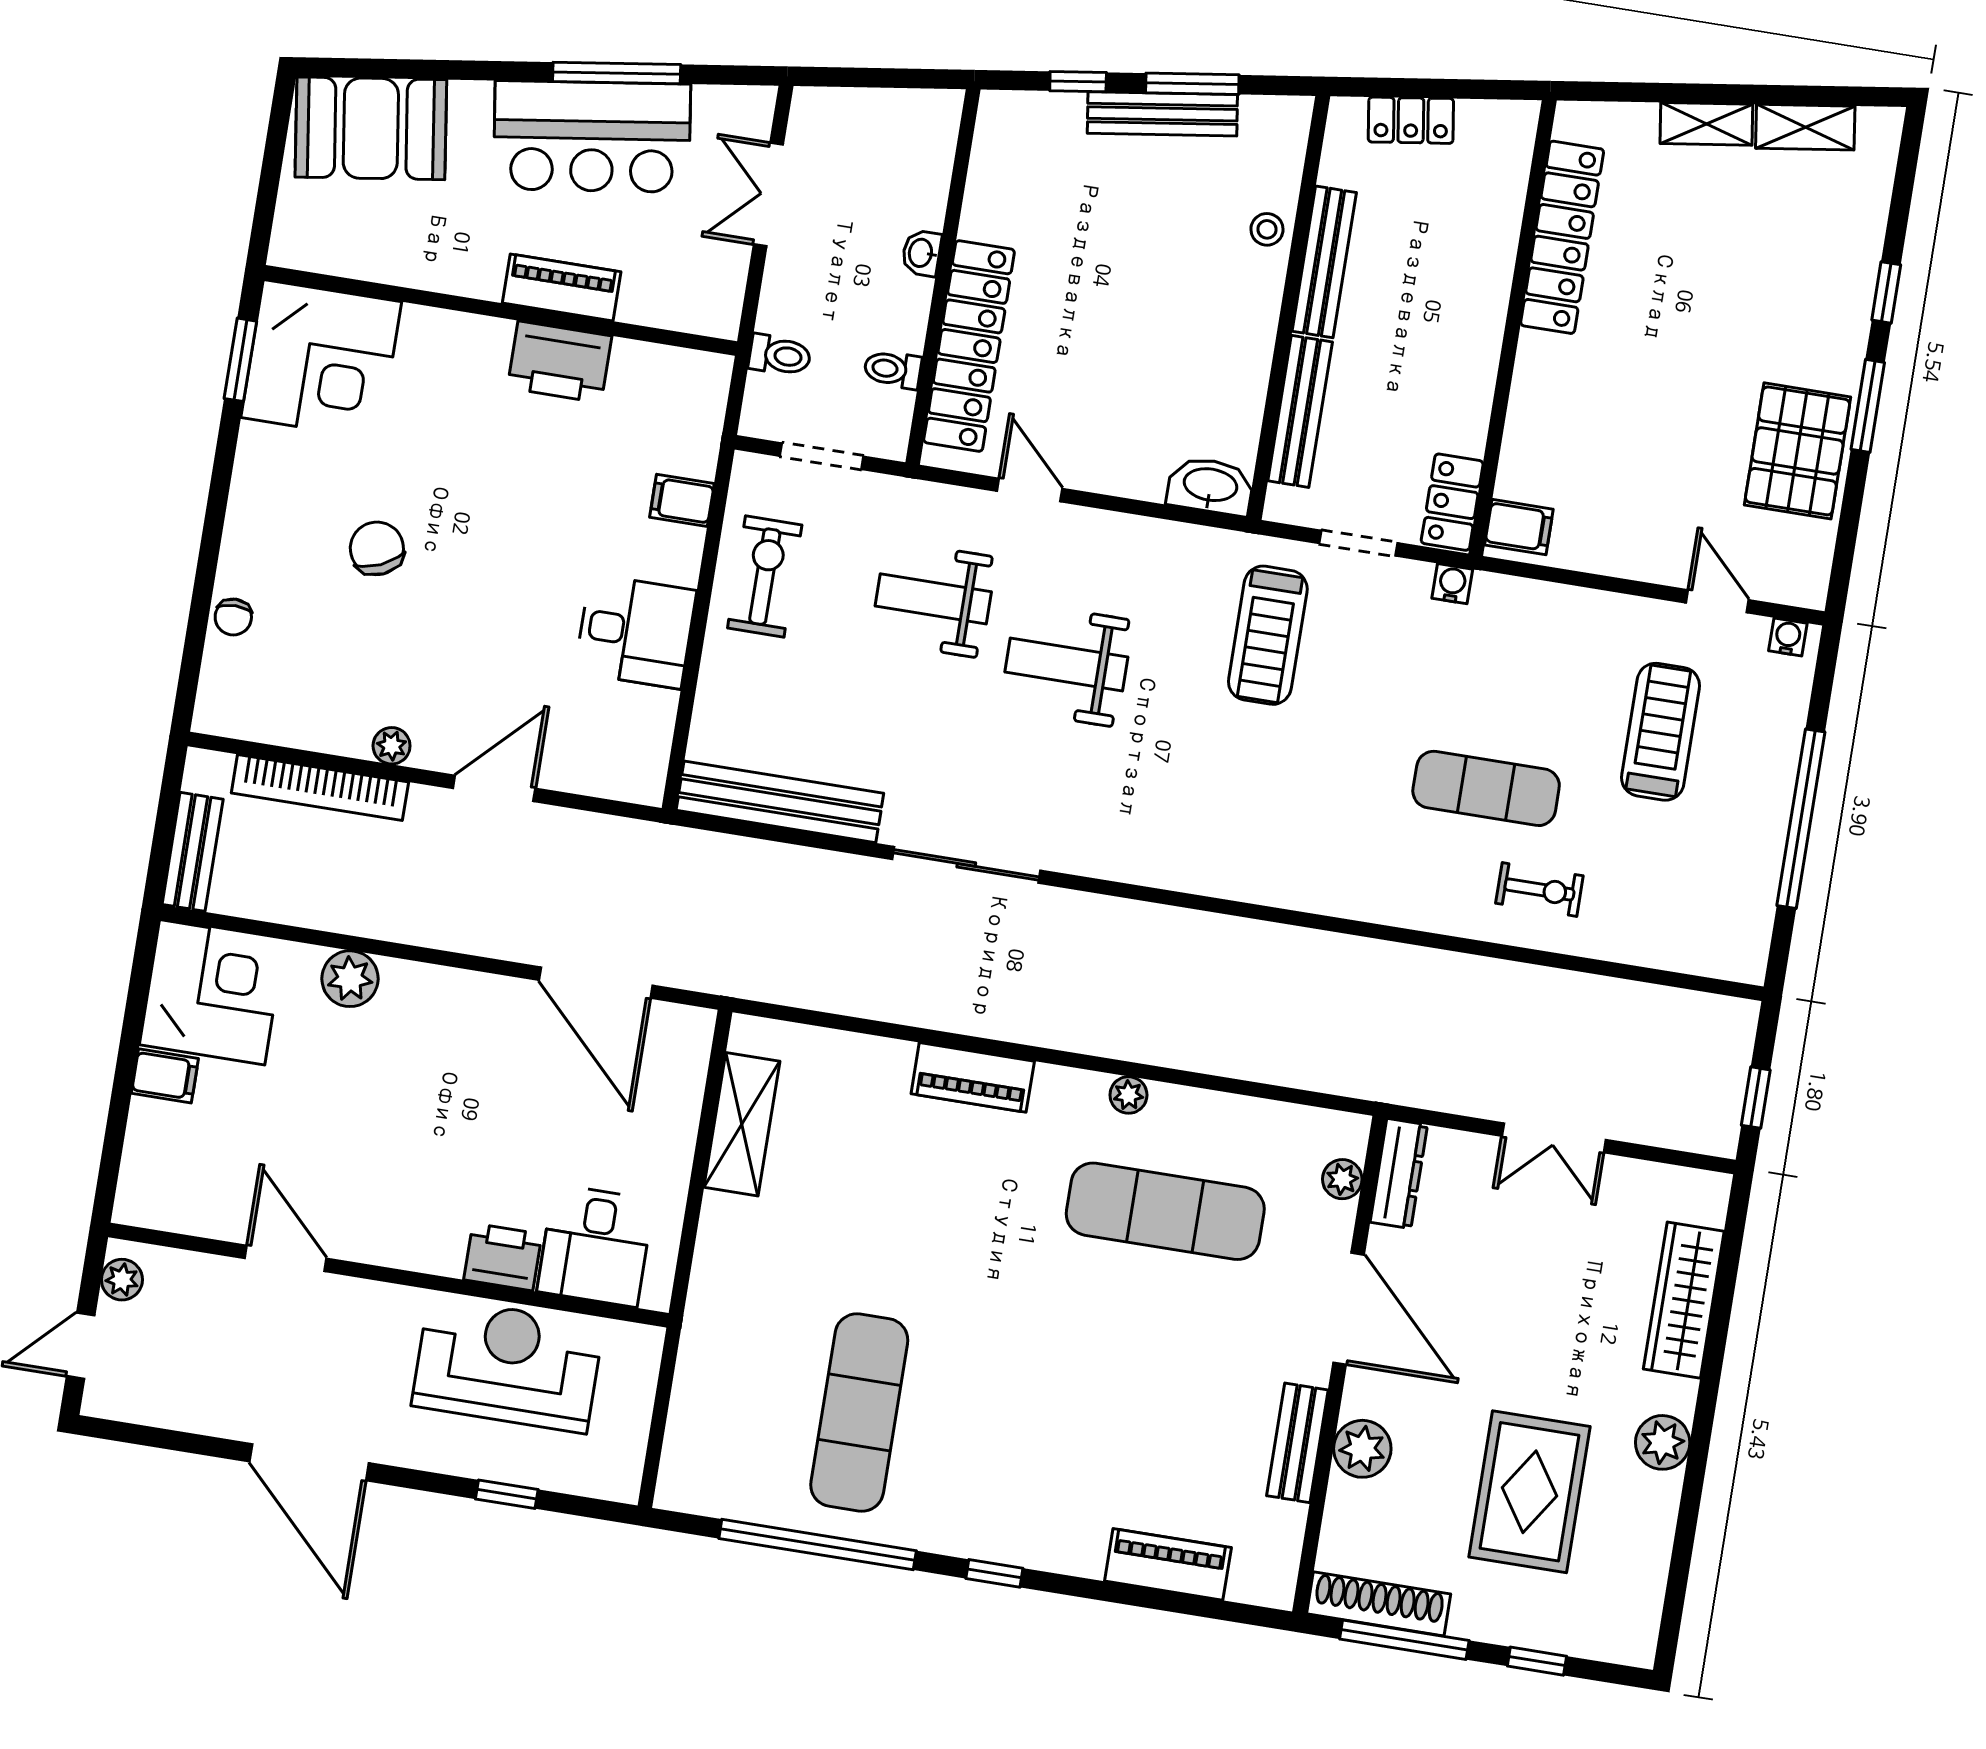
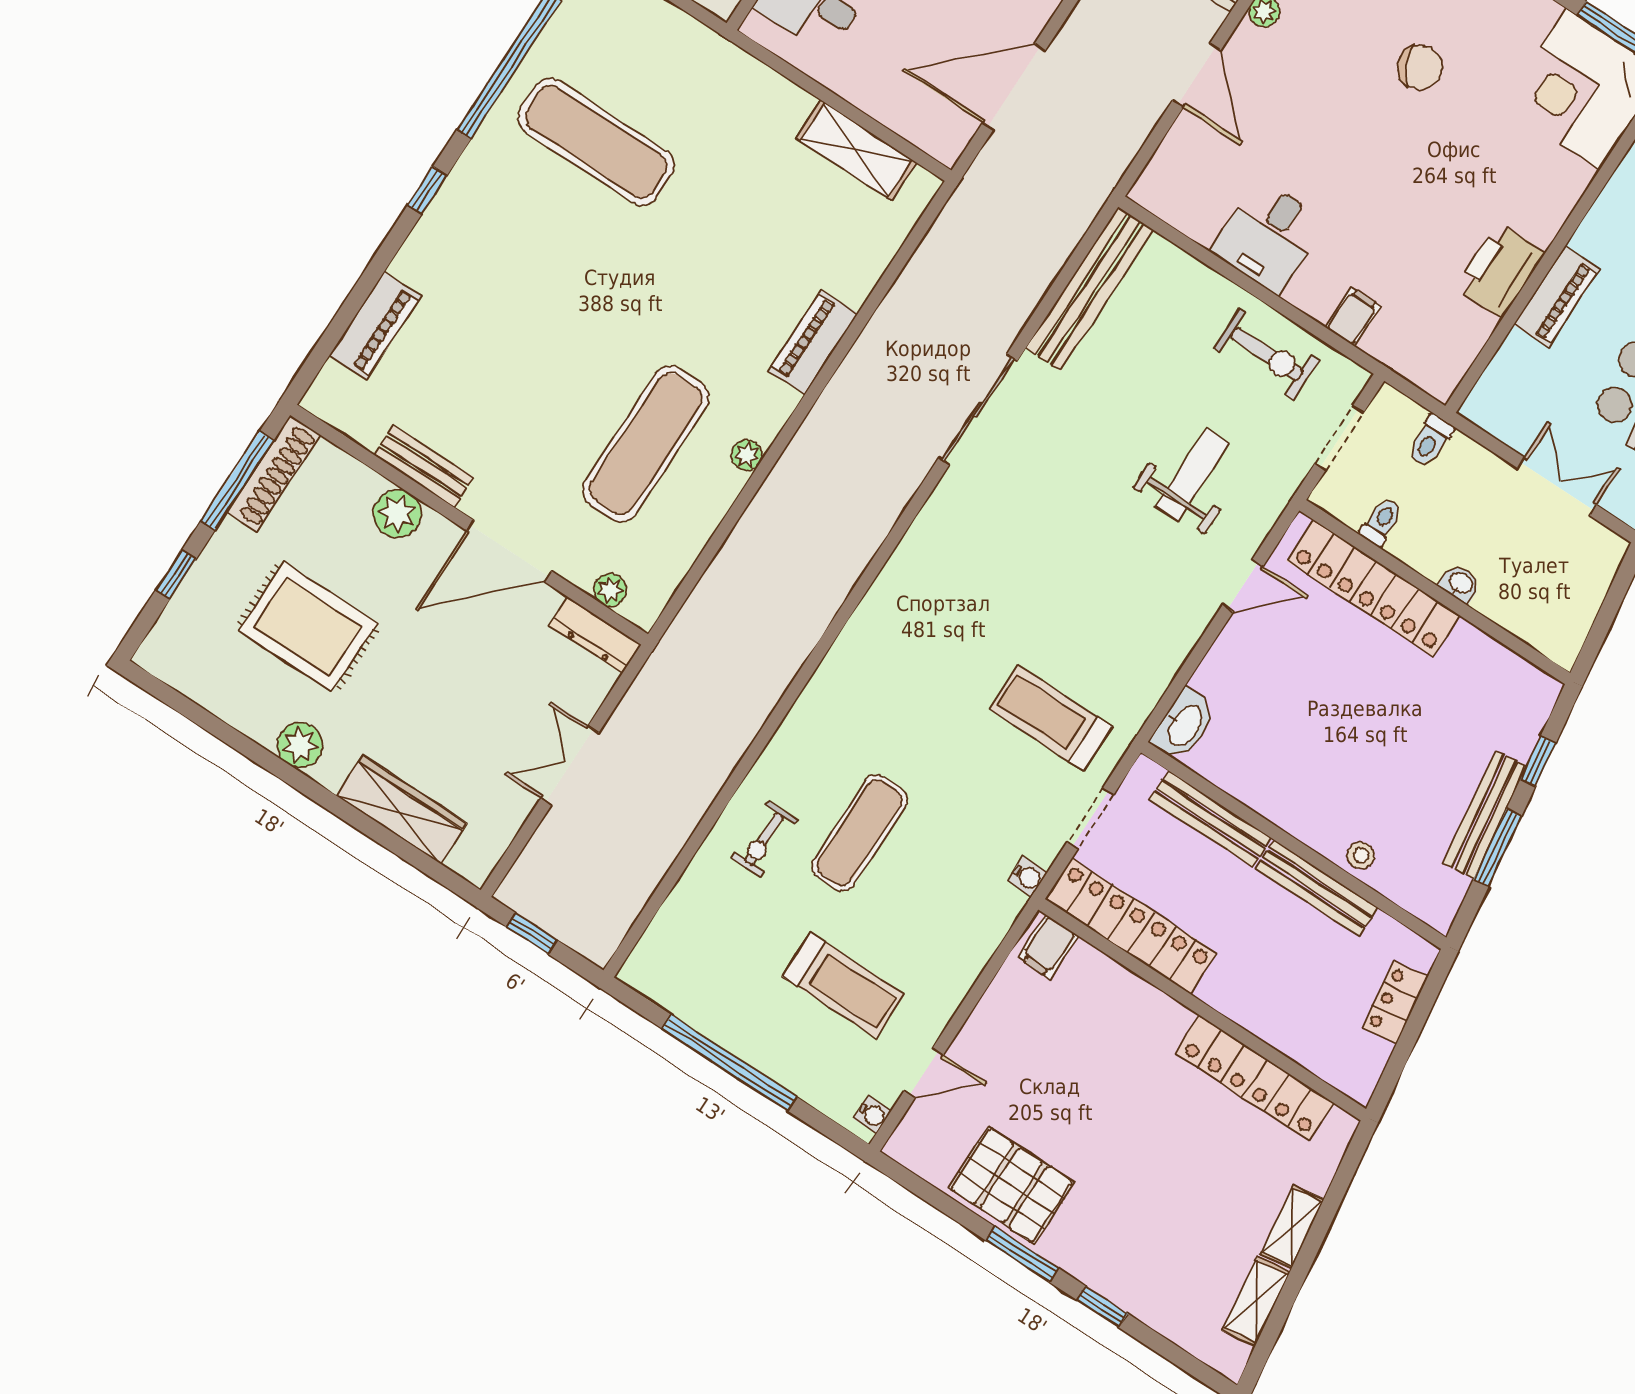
locker: (1452, 502) -> (1131, 926), width x2.16, depth x1.21
weight bench: (1066, 664) -> (1097, 554), removed

